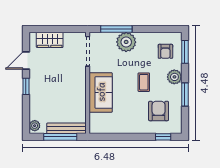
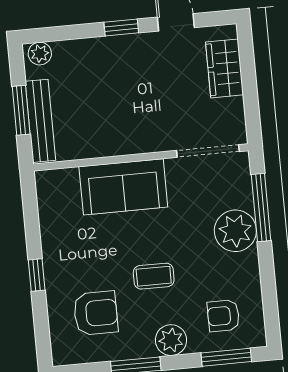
window: (60, 137) -> (21, 110), width x0.69
window: (163, 137) -> (37, 275), moved

